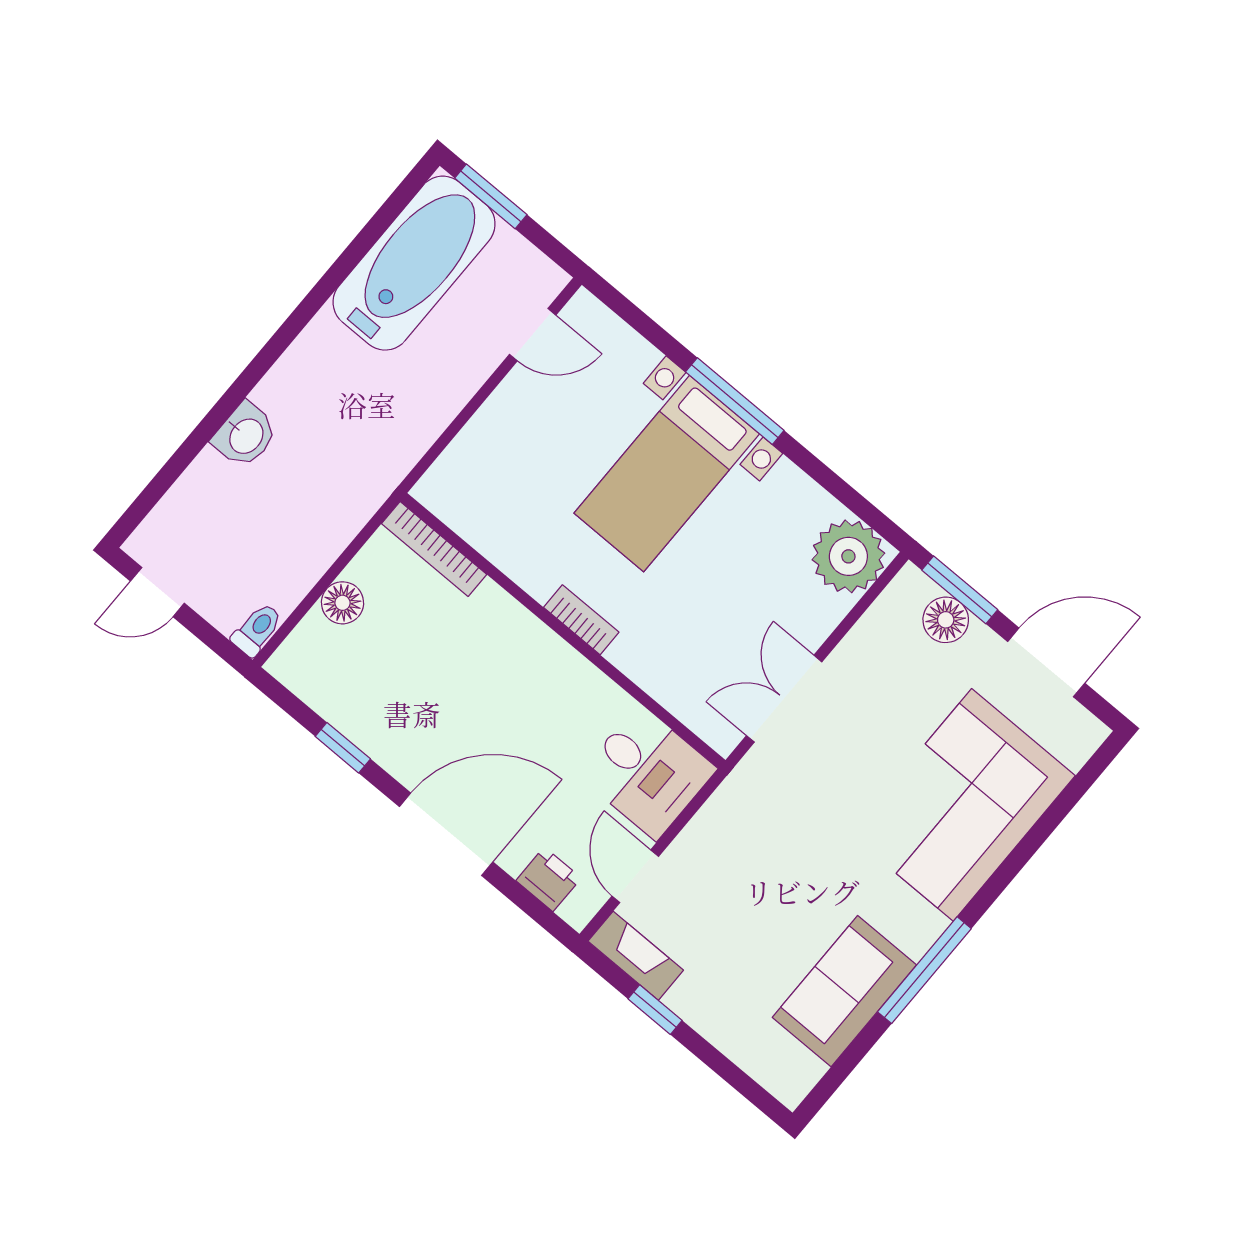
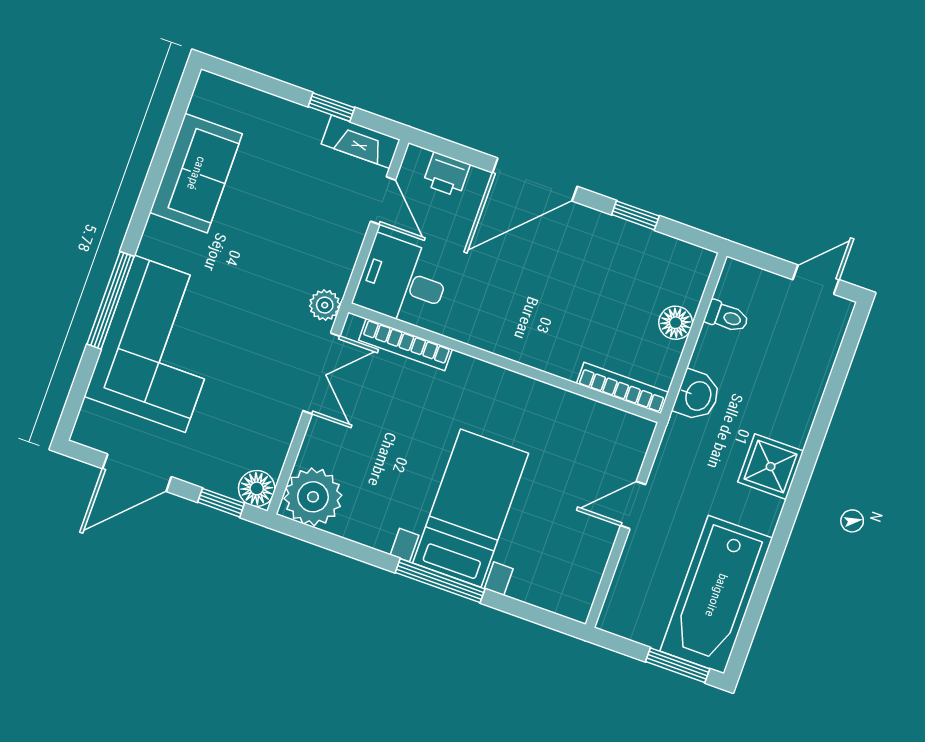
door: (533, 335) -> (633, 505), moved
shower: (293, 391) -> (771, 467), added
washbasin: (245, 435) -> (697, 396), moved, turned 180
window: (960, 590) -> (221, 503), width x0.67
bookcase: (581, 620) -> (405, 345), moved, width x1.56
floor lamp: (946, 620) -> (257, 488), moved
toilet: (257, 630) -> (727, 317), moved, turned -90
plant: (750, 778) -> (325, 305), added
window: (924, 970) -> (111, 300), moved

